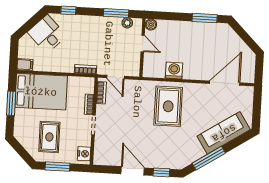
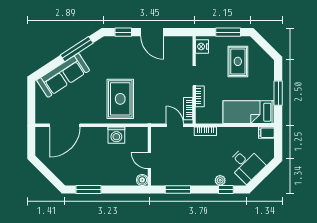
plant: (127, 23) -> (220, 180), moved
bed: (41, 92) -> (249, 112), width x0.67

